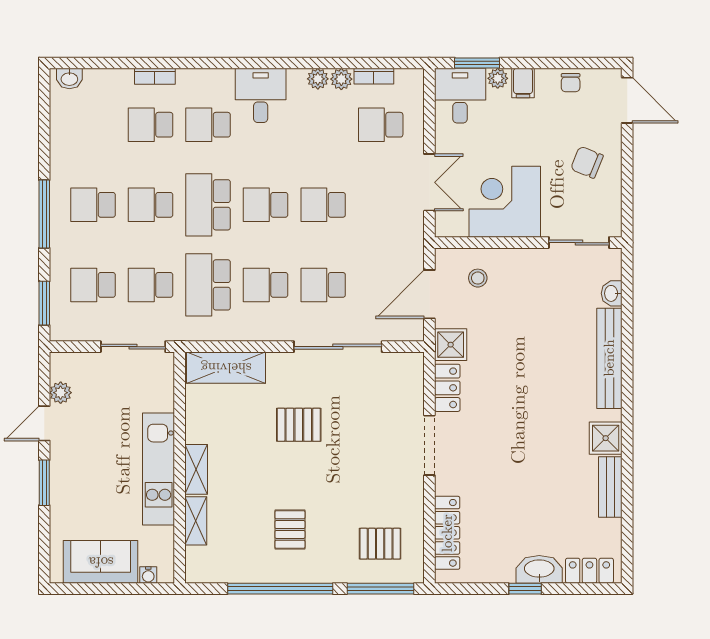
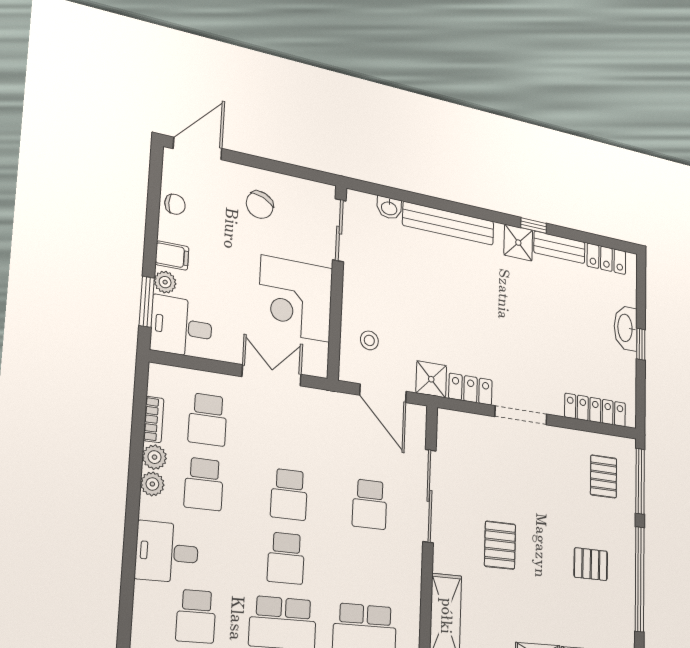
school desk: (266, 285) -> (204, 484), moved
window: (627, 456) -> (534, 225), added
locker: (589, 571) -> (606, 259), moved, turned -90

